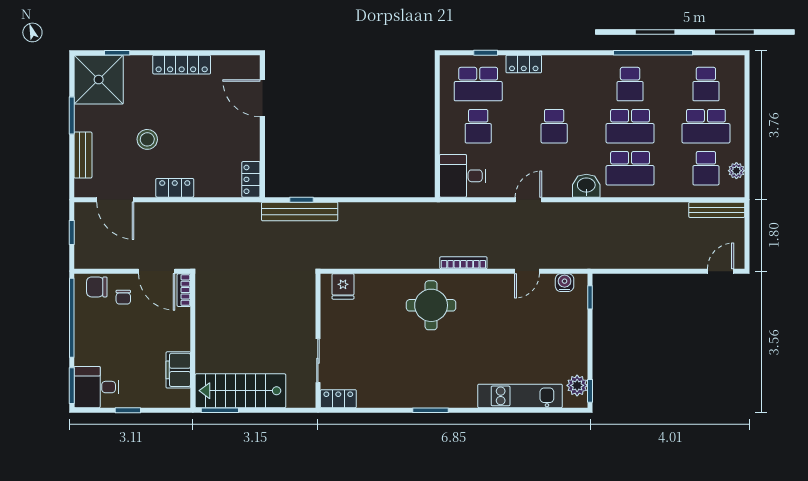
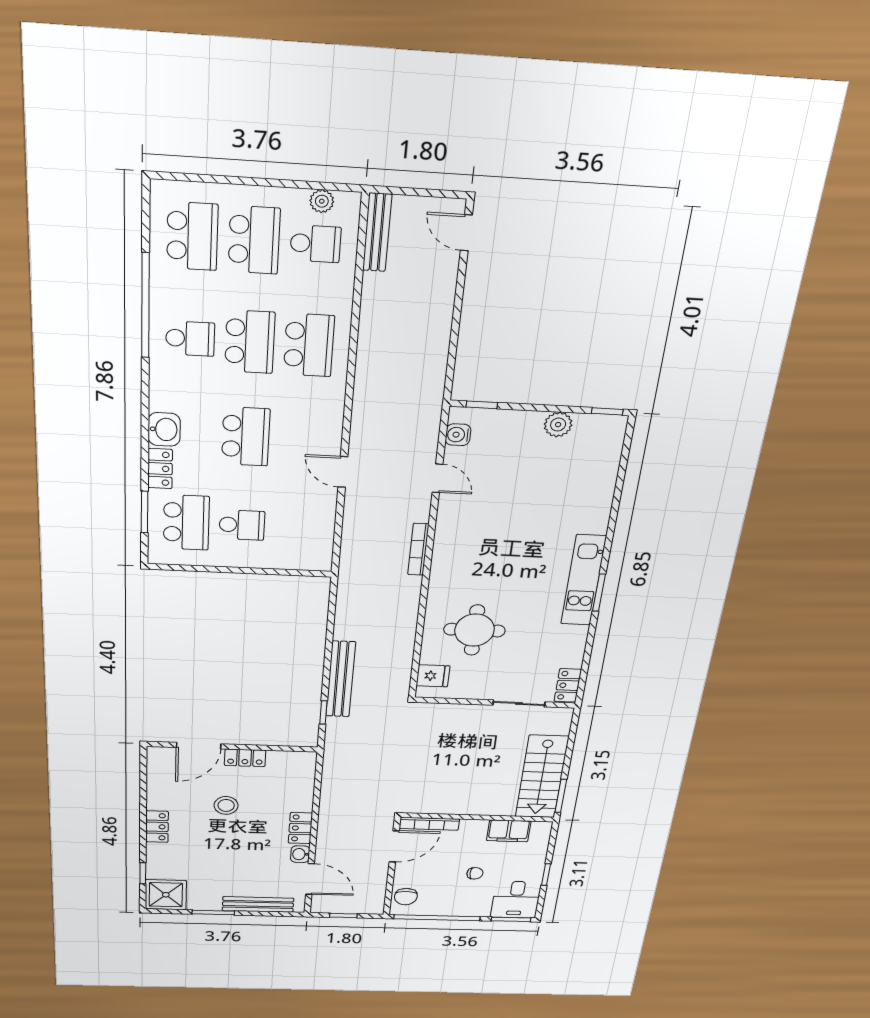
window: (486, 53) -> (144, 512), width x1.50
locker: (182, 65) -> (157, 827), width x0.66
shower: (99, 80) -> (166, 895), width x0.73, depth x0.73
school desk: (706, 84) -> (192, 236), width x1.85
school desk: (554, 126) -> (246, 437), width x1.85
stool: (147, 139) -> (226, 805), moved
bench: (83, 155) -> (258, 904), width x1.36
desk: (463, 176) -> (306, 545), removed
locker: (251, 179) -> (245, 758), moved
washbasin: (586, 186) -> (164, 429), moved, turned 180
washbasin: (145, 189) -> (300, 854), added
door: (115, 200) -> (310, 879), hinge flipped
bench: (300, 211) -> (341, 679), moved
bookcase: (184, 290) -> (429, 824), width x1.56
chair: (123, 297) -> (475, 873), moved
round table: (431, 305) -> (474, 630), moved
plant: (577, 385) -> (558, 425), moved
kitchen unit: (520, 396) -> (583, 580), moved

